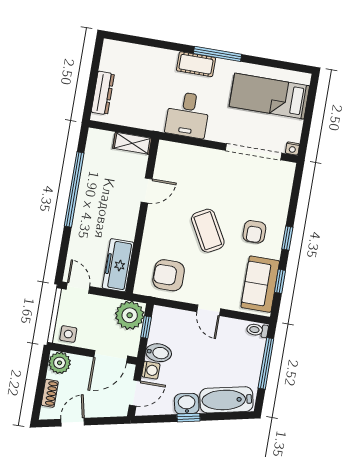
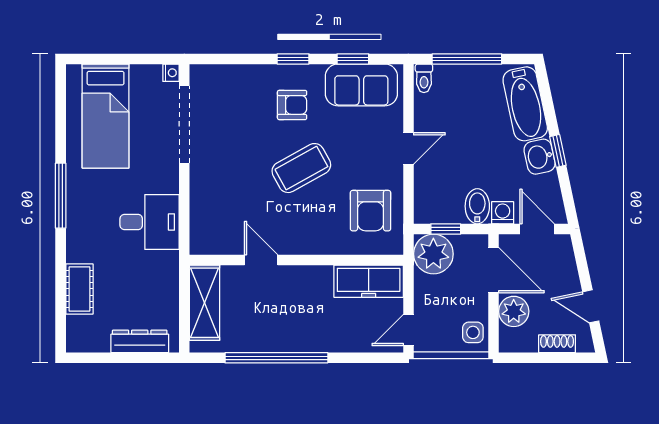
cot: (196, 64) -> (79, 289), moved
shelving: (132, 143) -> (205, 303), width x1.50, depth x1.33
plant: (60, 363) -> (514, 311), moved

